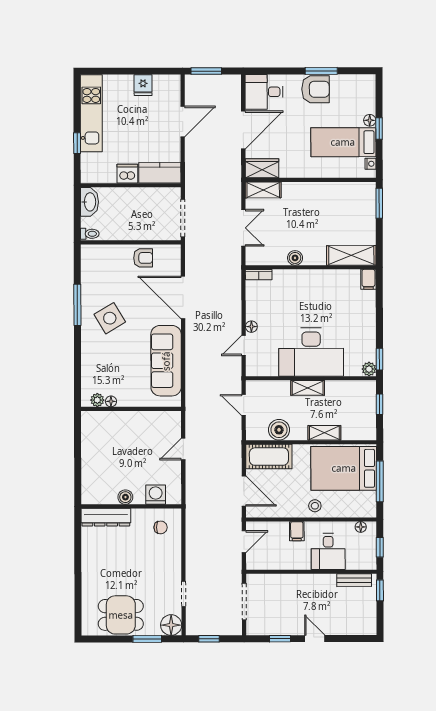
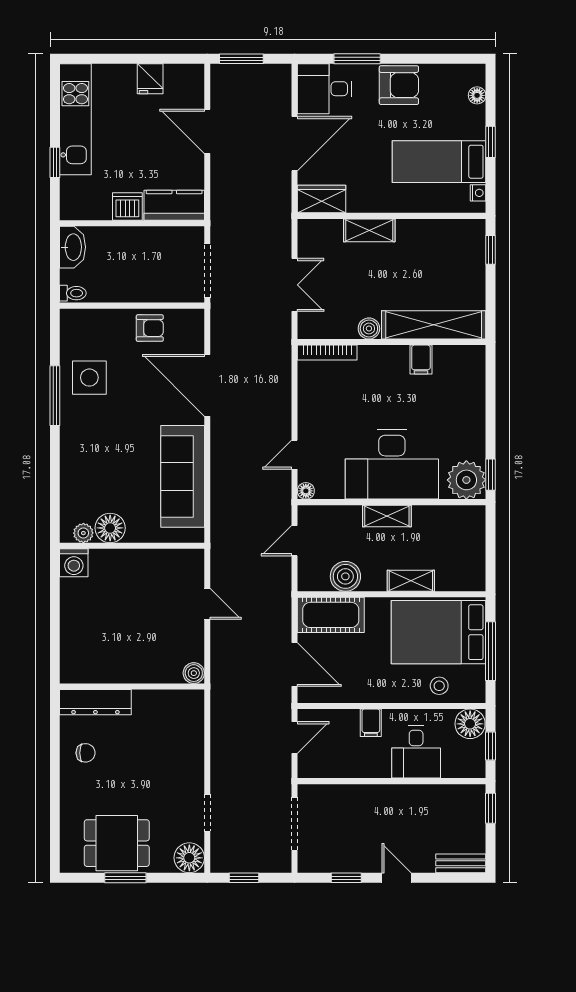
window: (321, 71) -> (357, 59), moved
floor lamp: (370, 120) -> (477, 95), moved
door: (183, 121) -> (207, 131), swing flipped
shelving: (263, 190) -> (369, 230), moved
window: (379, 203) -> (491, 250), width x0.67
shelving: (351, 255) -> (434, 325), width x1.47
bookcase: (259, 275) -> (327, 353), width x1.56
filing cabinet: (368, 279) -> (421, 359), moved
side table: (110, 318) -> (89, 378), moved, turned 31
floor lamp: (251, 327) -> (306, 491), moved
plant: (369, 369) -> (466, 480), width x1.87, depth x1.87
floor lamp: (111, 401) -> (110, 528), width x1.89, depth x1.89
window: (380, 404) -> (491, 540), removed
door: (244, 405) -> (295, 541), hinge flipped
door: (183, 449) -> (207, 604), swing flipped
washing machine: (156, 495) -> (74, 563), moved, turned 180
boiler: (125, 497) -> (194, 673), moved
stool: (315, 506) -> (439, 686), moved
chair: (161, 527) -> (86, 753), moved
floor lamp: (361, 527) -> (470, 724), width x1.89, depth x1.89
bench: (354, 580) -> (461, 863), moved
window: (147, 639) -> (125, 878), moved

